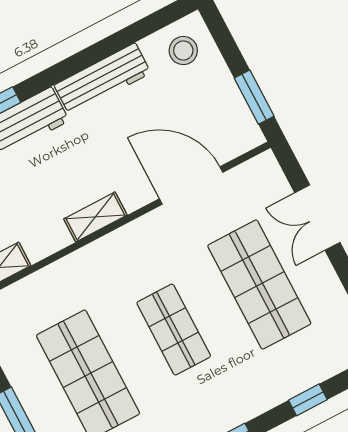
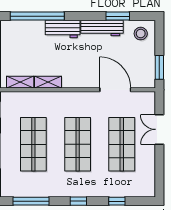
window: (121, 40) -> (118, 16), added
shelving: (95, 217) -> (48, 82), moved
shop shelf: (174, 330) -> (78, 144), width x1.43, depth x1.36

